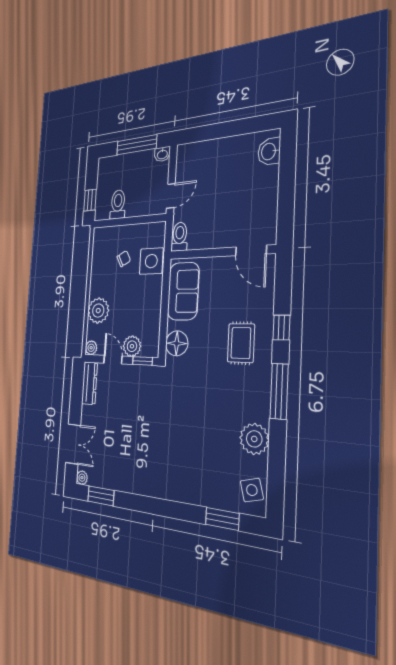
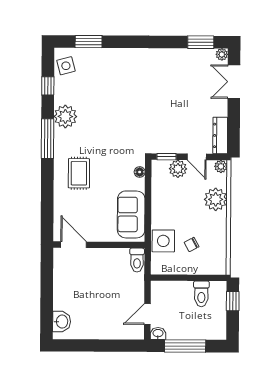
door: (171, 196) -> (147, 314), moved
window: (281, 328) -> (48, 86), moved
floor lamp: (177, 343) -> (140, 172), width x0.53, depth x0.53
plant: (254, 439) -> (65, 116), moved

